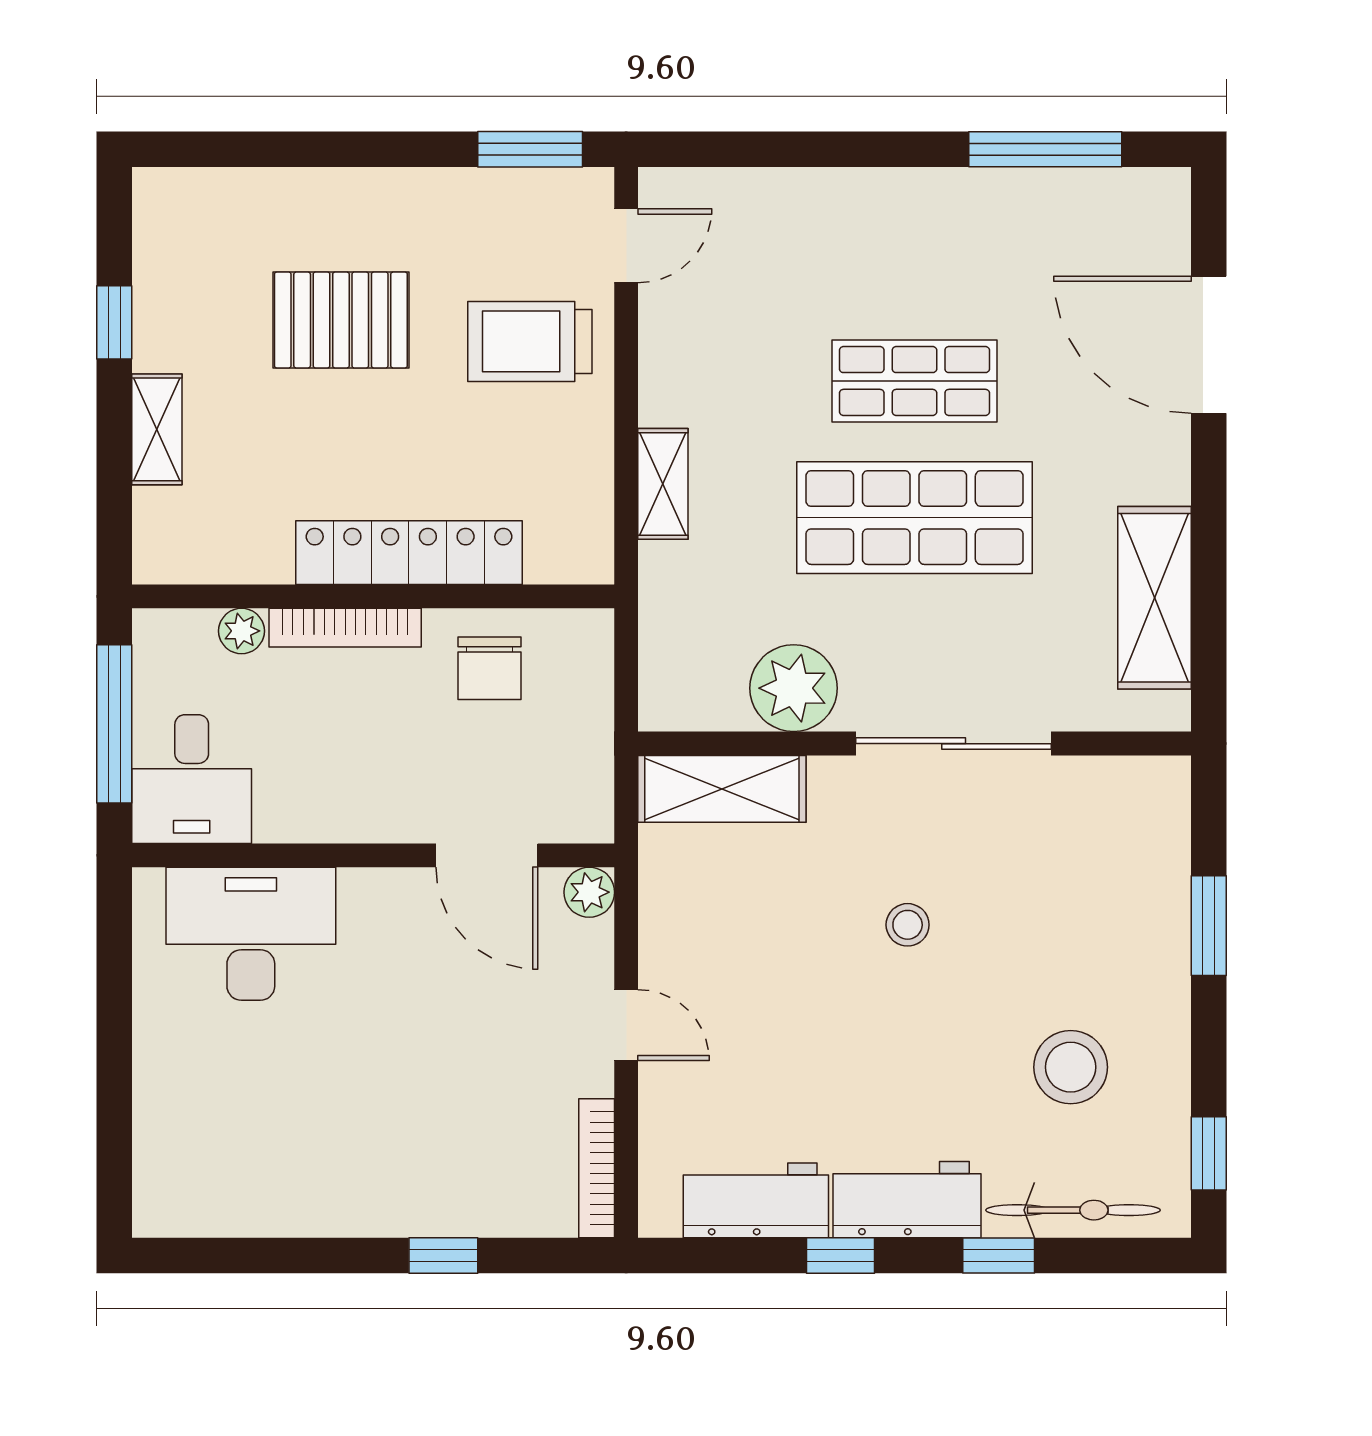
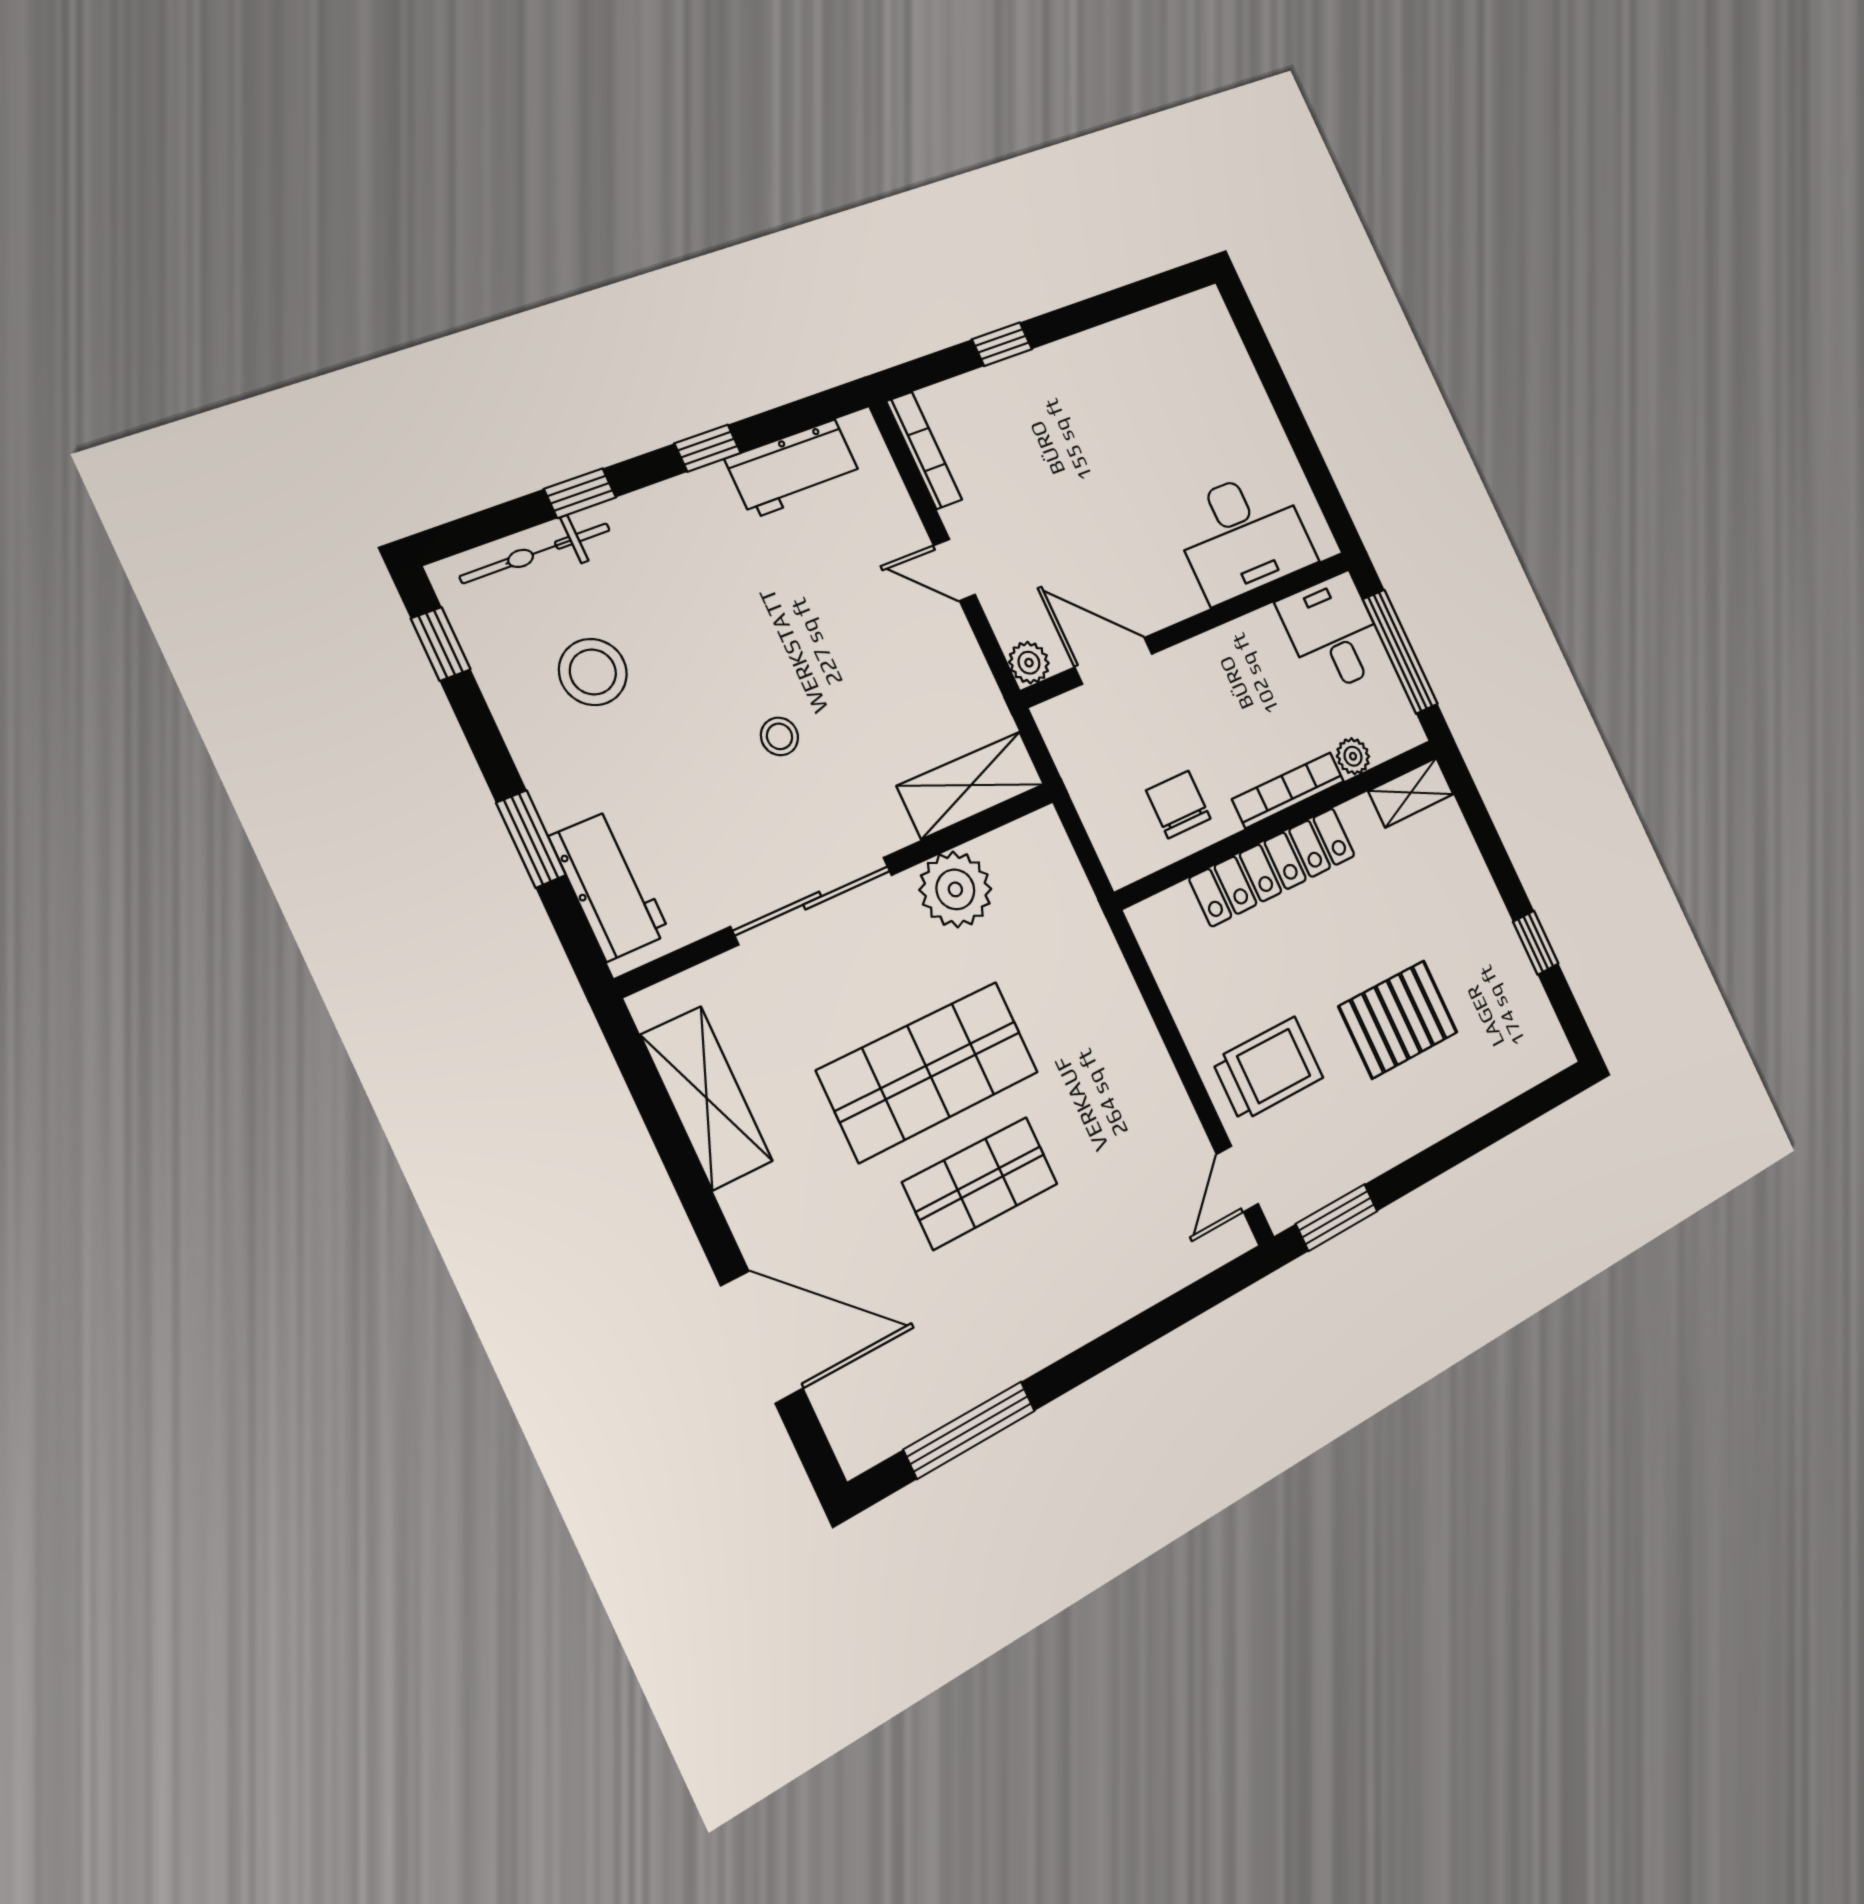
shelving: (157, 429) -> (1411, 793), moved, turned 90
shelving: (663, 484) -> (1125, 1006), removed
workbench: (907, 1200) -> (610, 885), moved, turned -90

